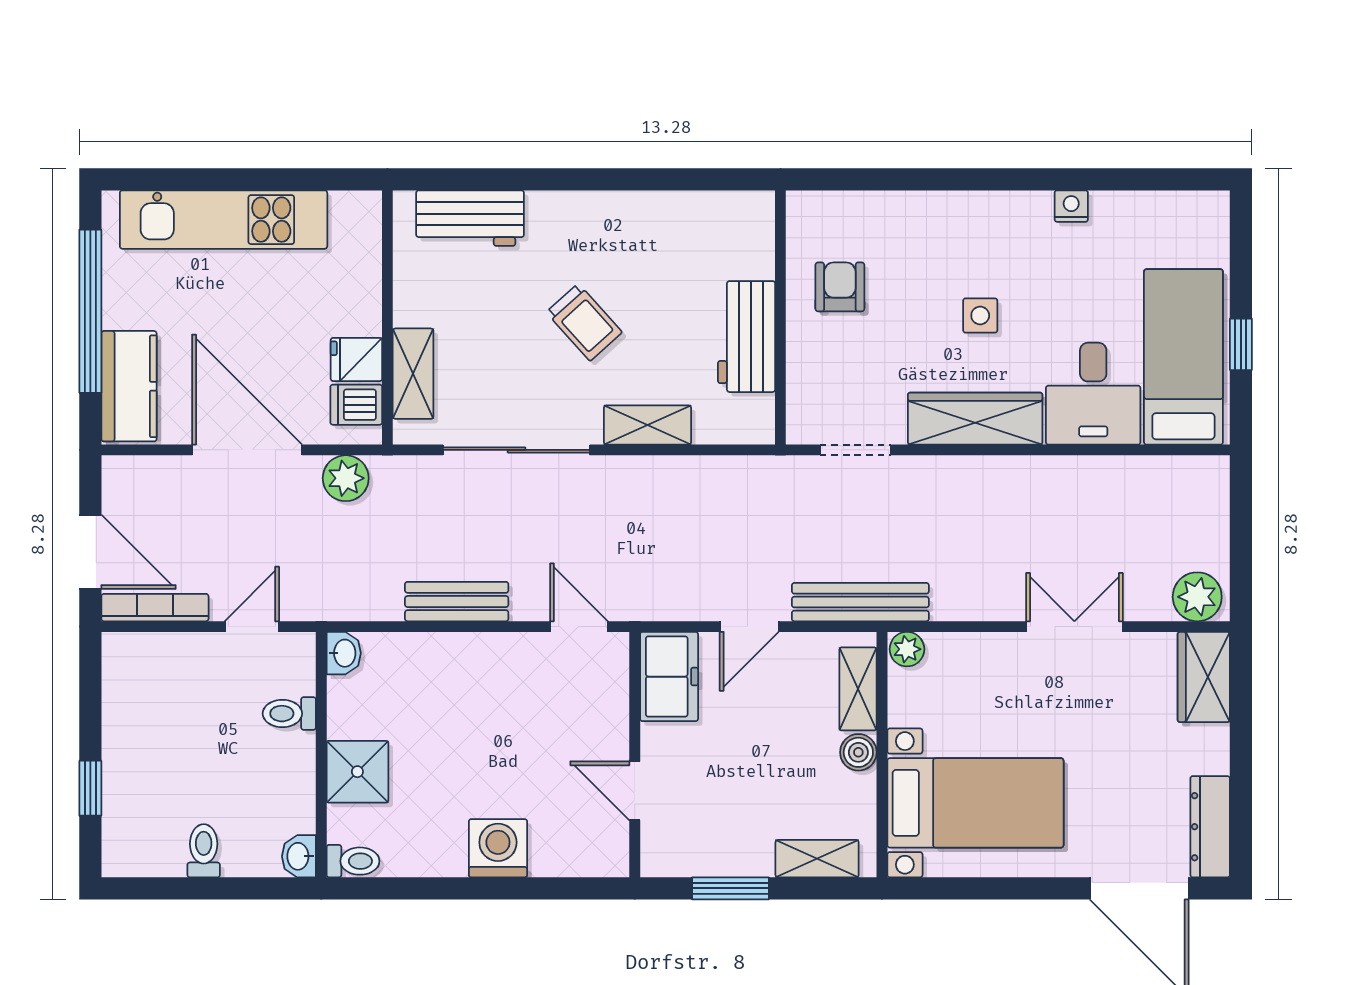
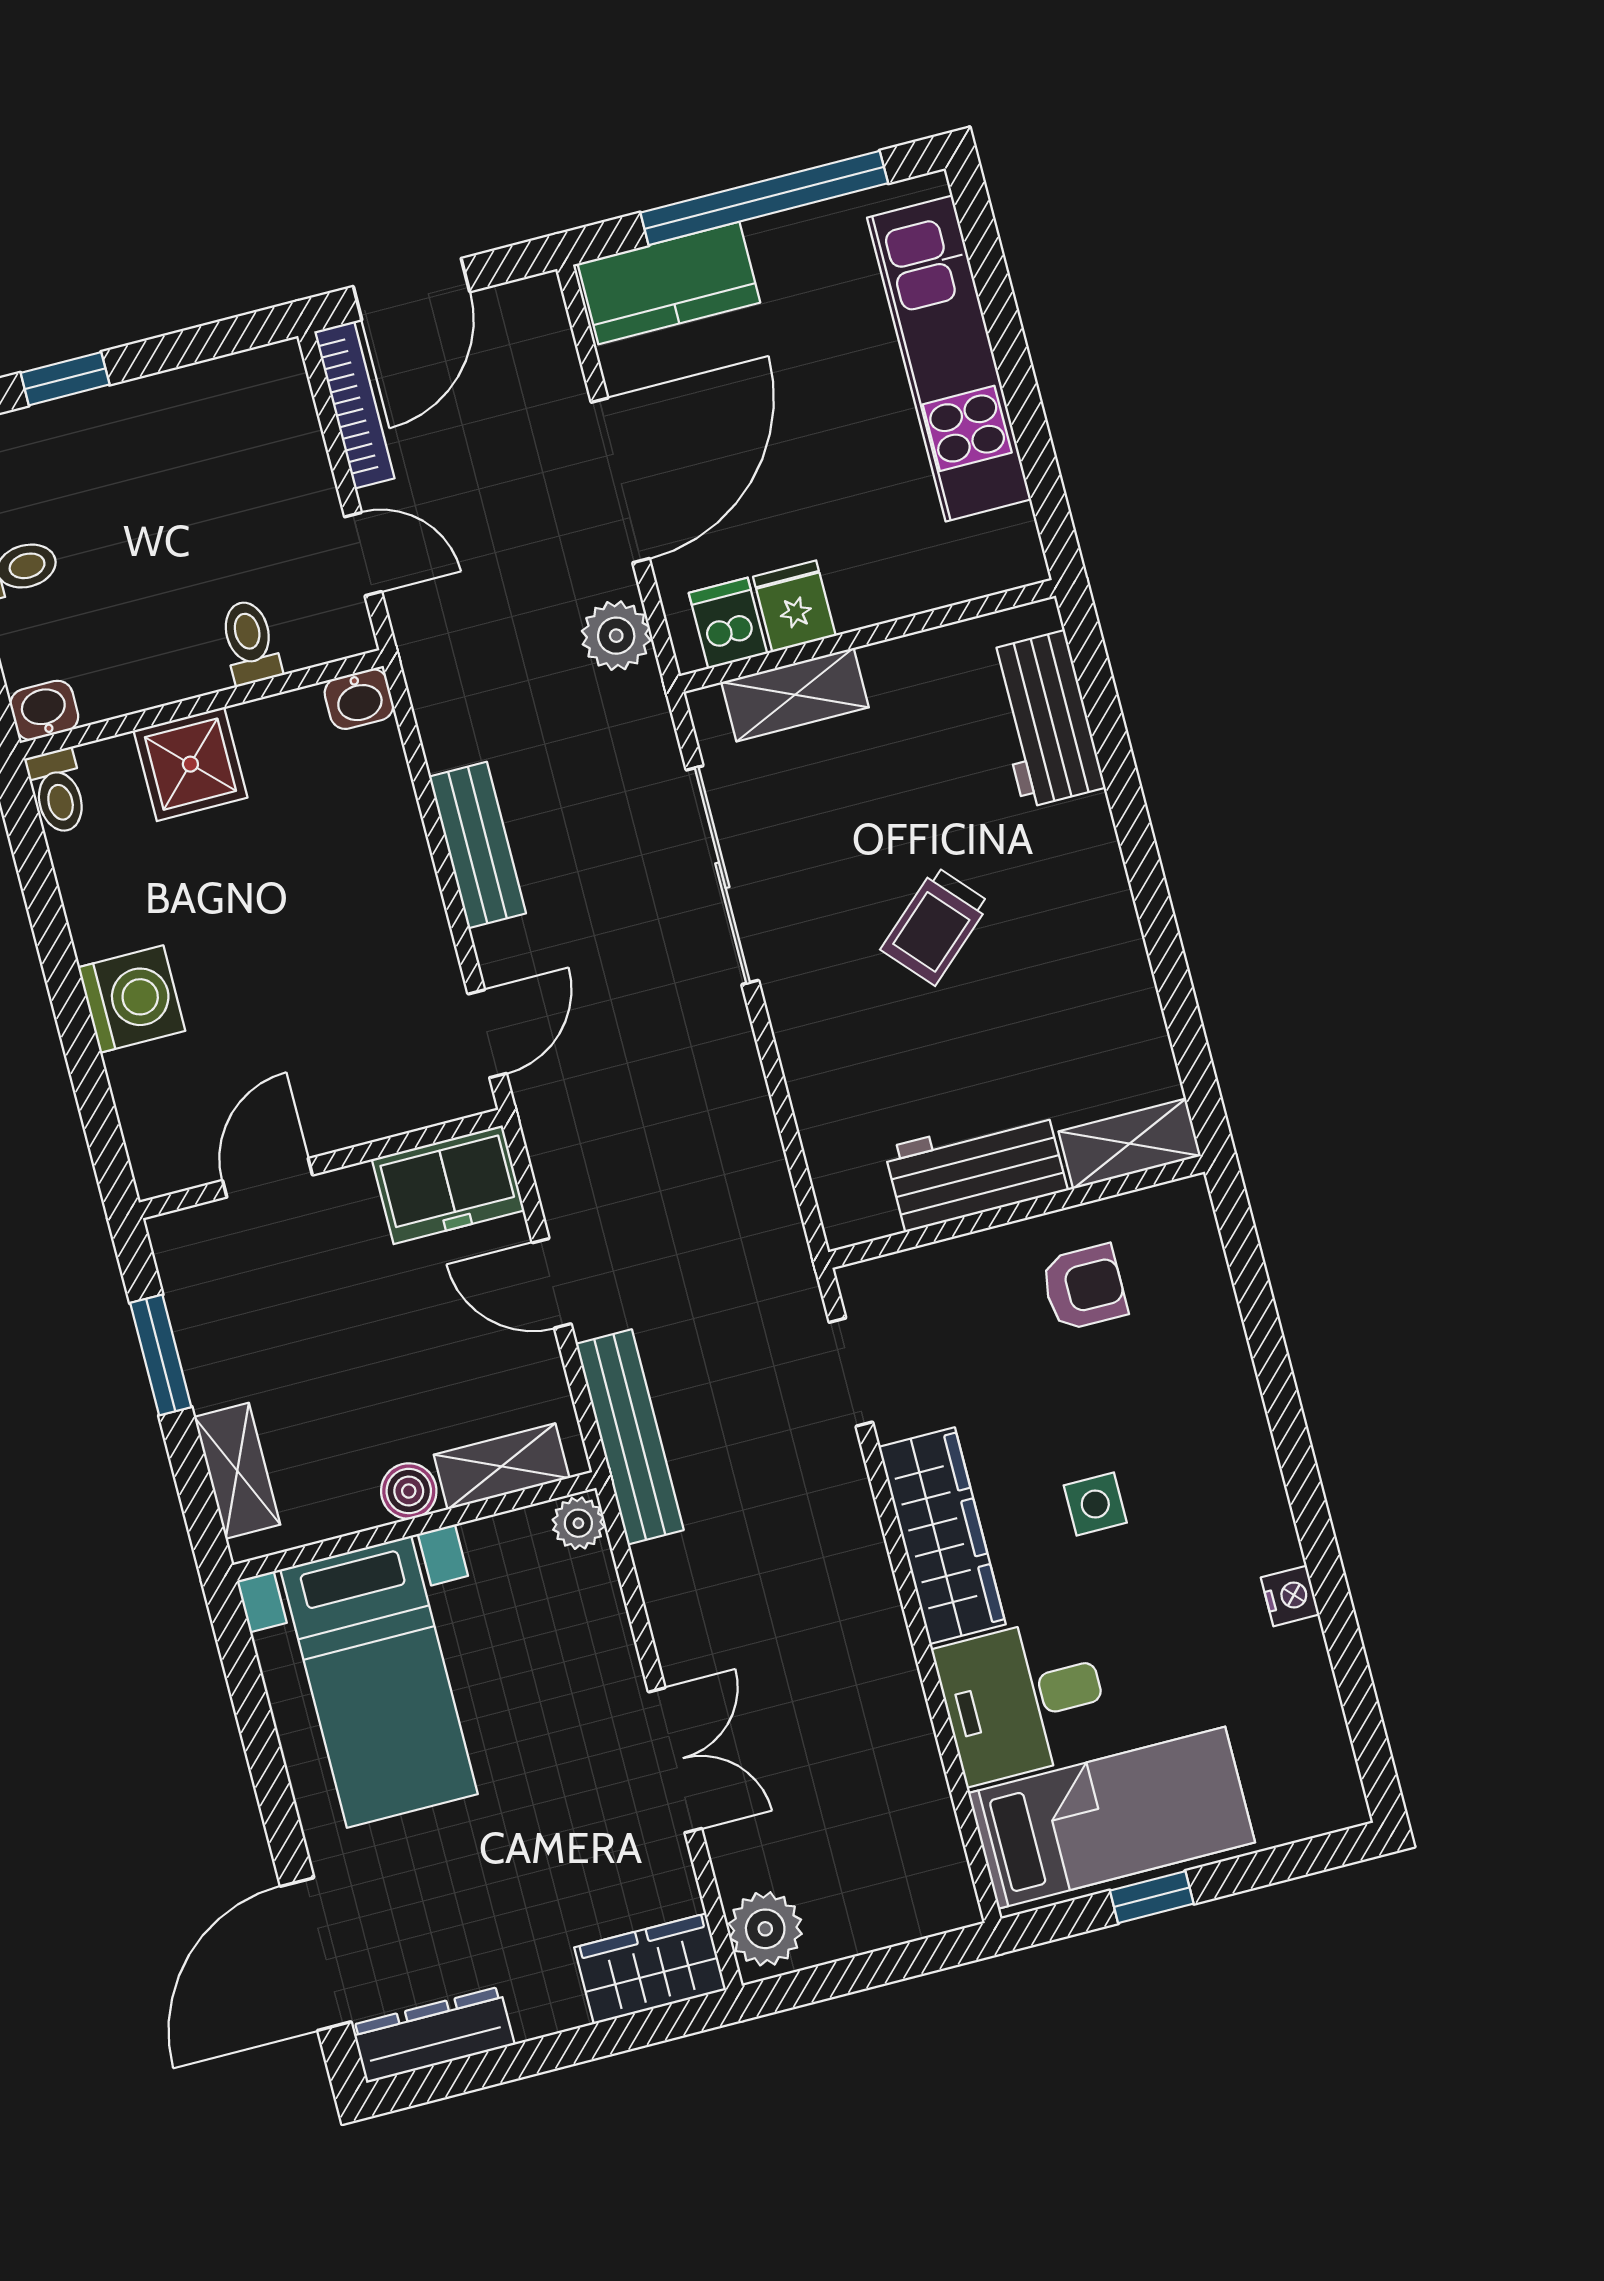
shelving: (647, 425) -> (1130, 1144), moved, turned 90

